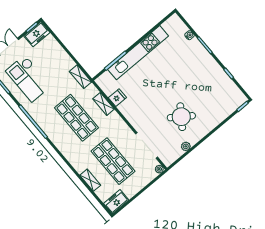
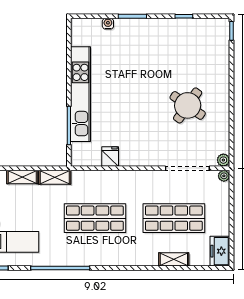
shelving: (104, 104) -> (22, 177), moved
plant: (186, 146) -> (223, 160), moved

